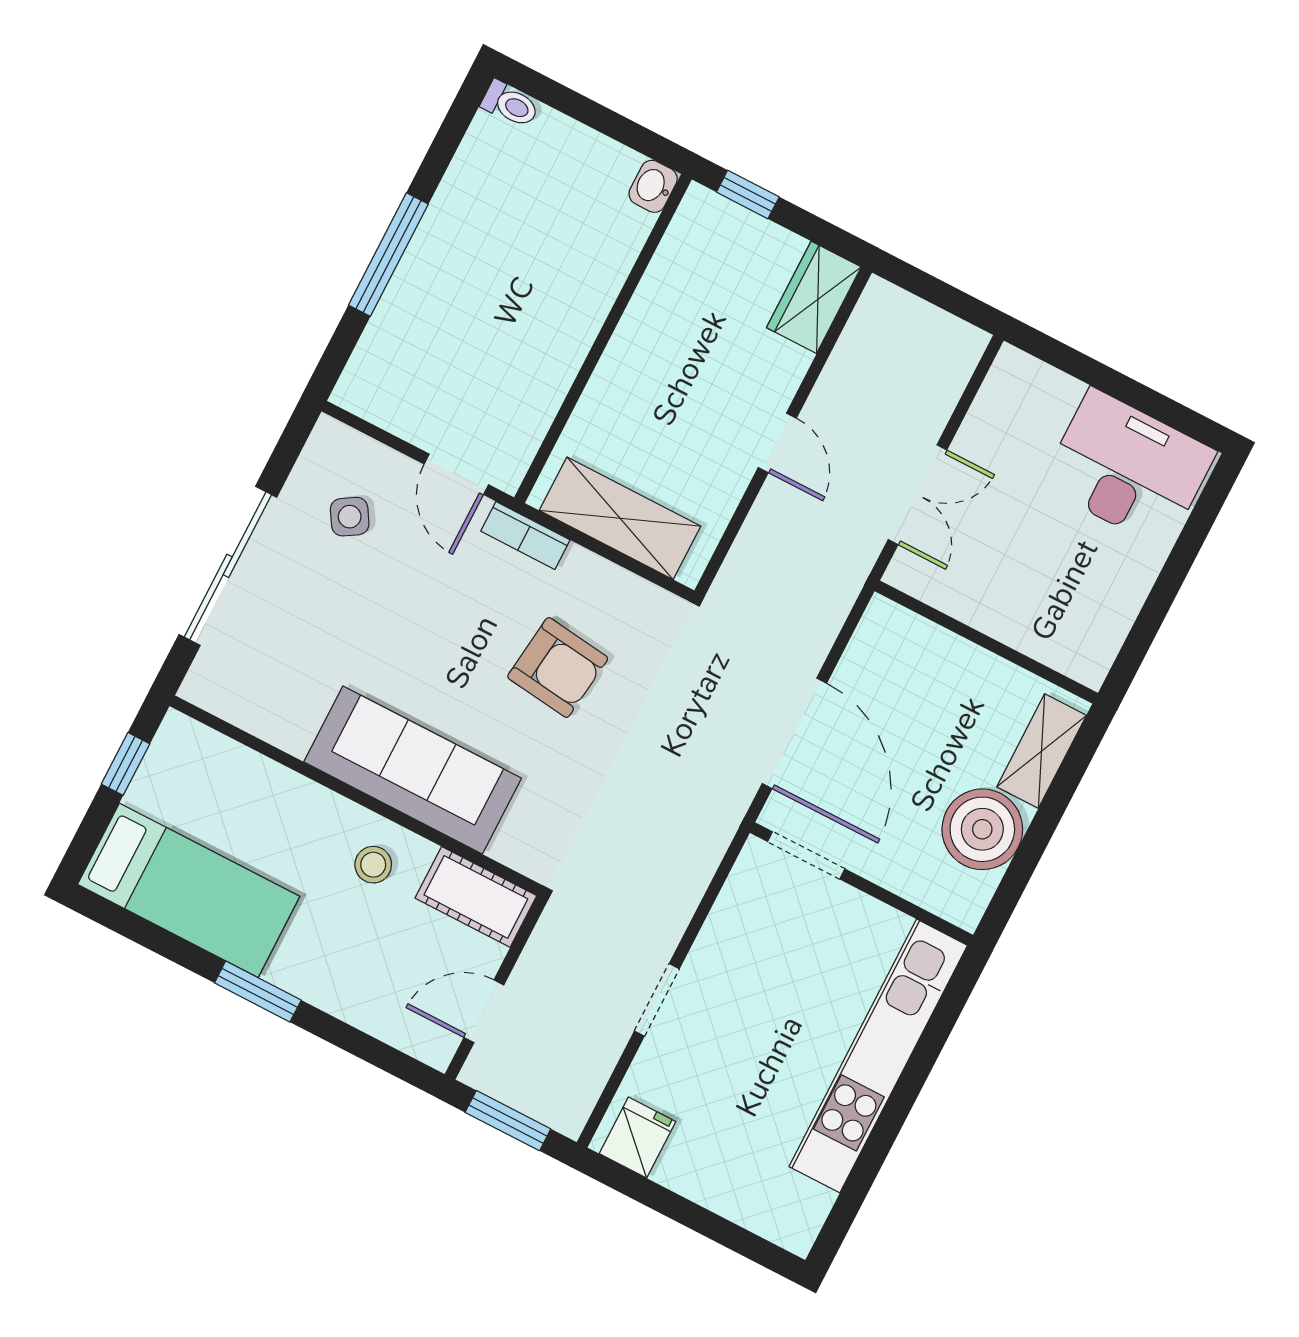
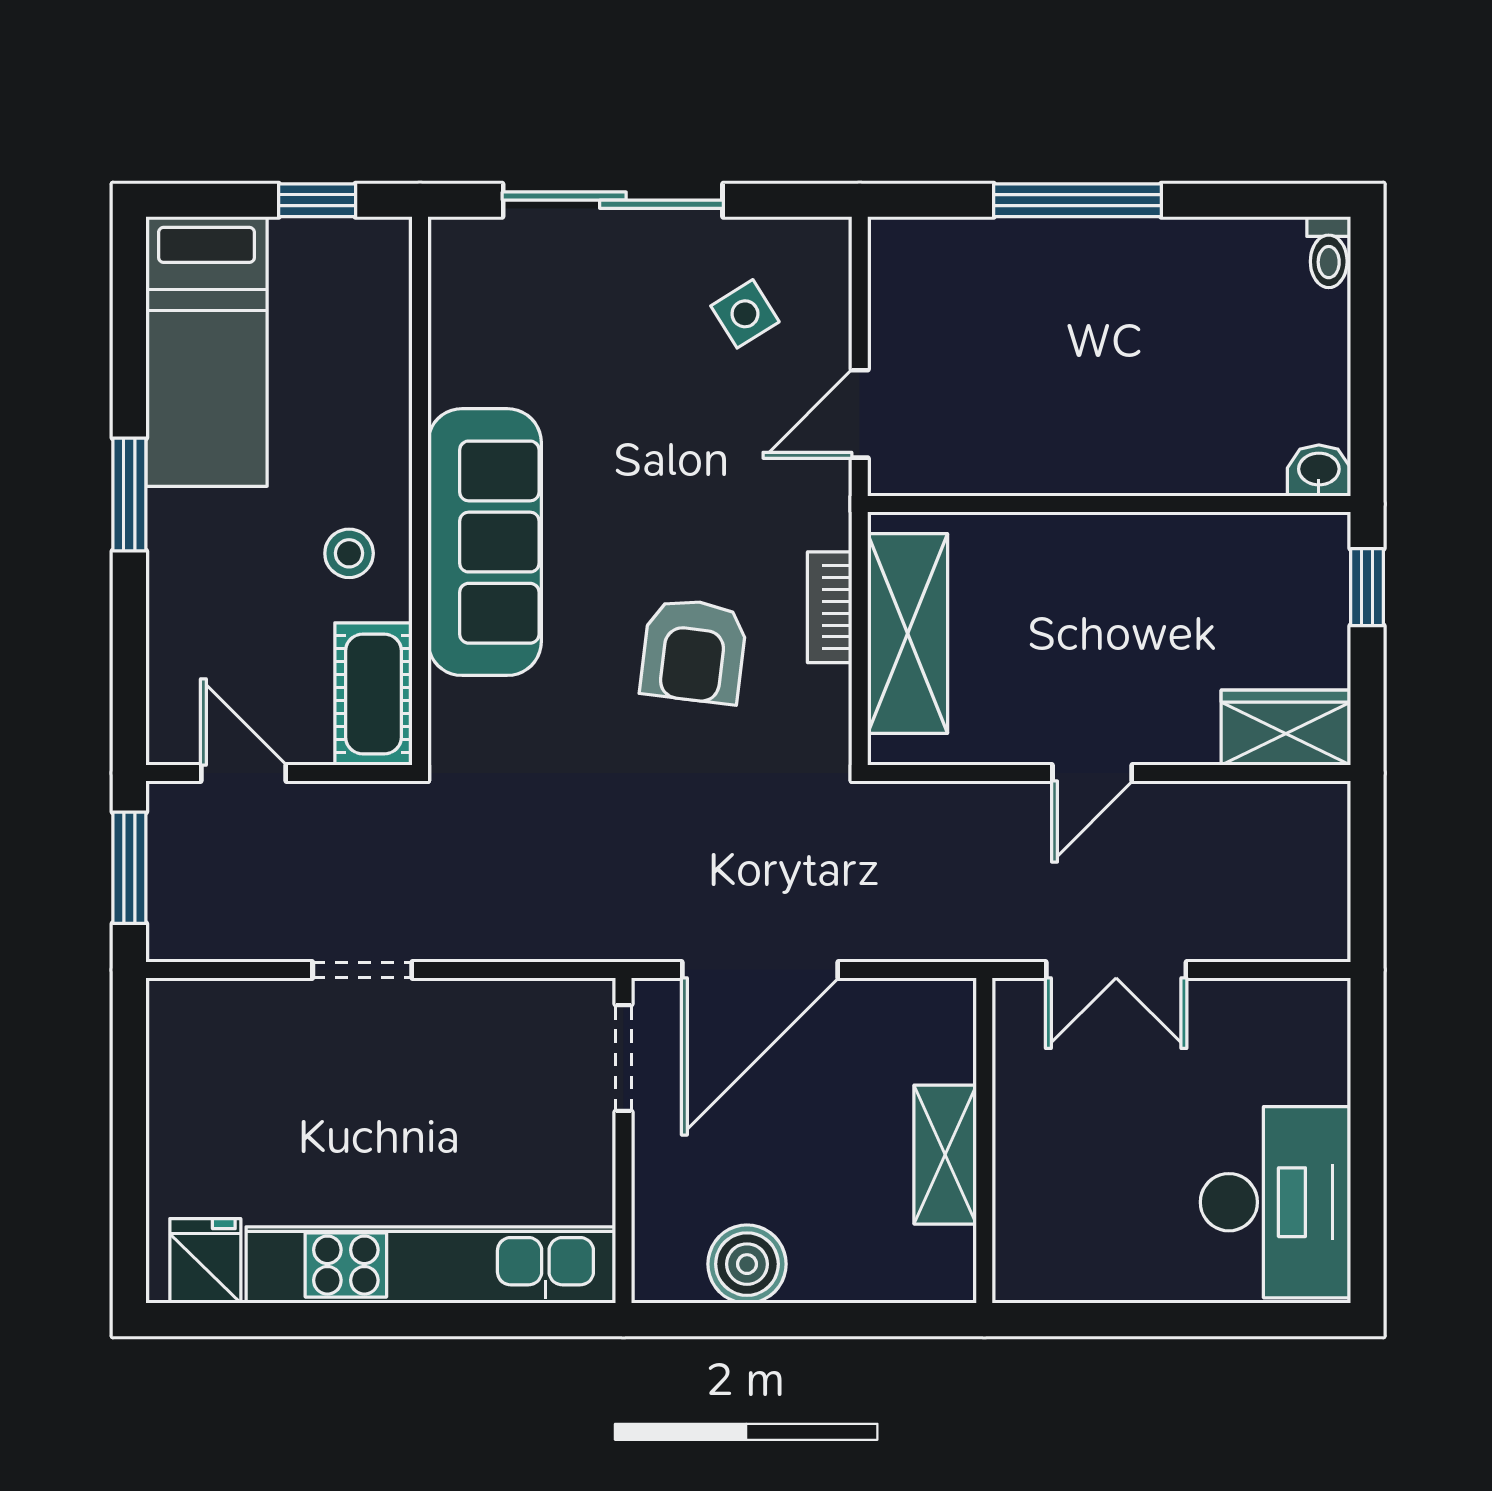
bookcase: (525, 535) -> (830, 607), moved
shelving: (1042, 751) -> (945, 1155), moved, turned 90
boiler: (982, 829) -> (747, 1264), width x0.73, depth x0.73
fridge: (637, 1138) -> (205, 1261), moved, turned -90

